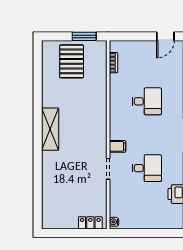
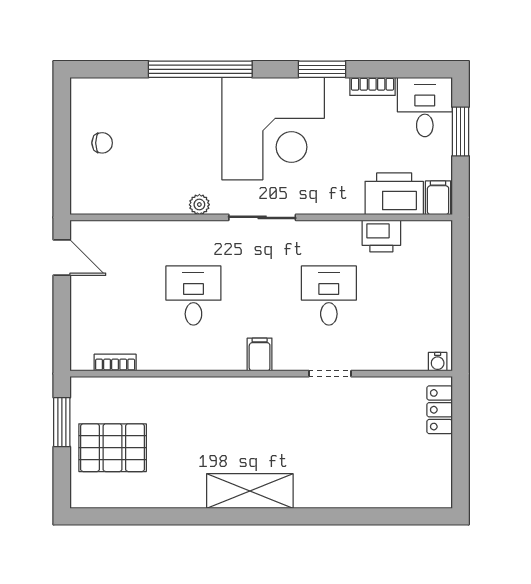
filing cabinet: (118, 146) -> (260, 354), moved

